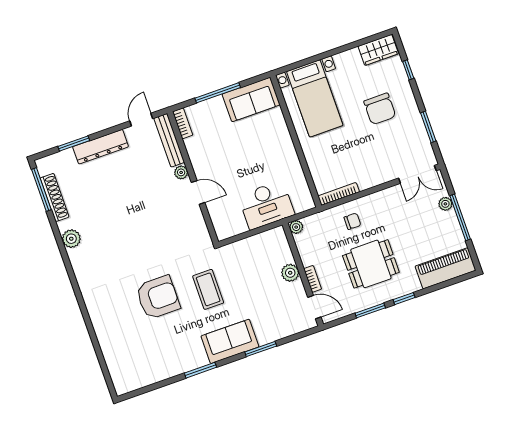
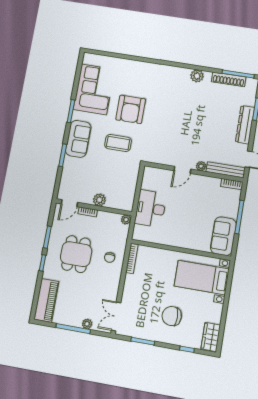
corner sofa: (158, 357) -> (94, 89), added

